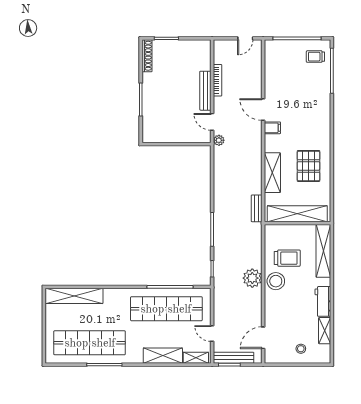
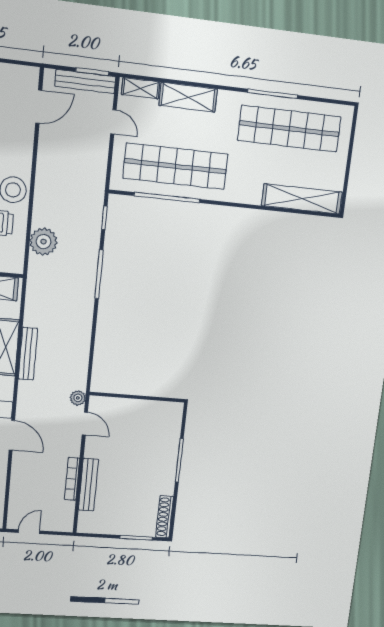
bench: (205, 91) -> (88, 485), moved
bench: (257, 208) -> (28, 354), moved, width x1.36
plant: (252, 278) -> (44, 242), moved

